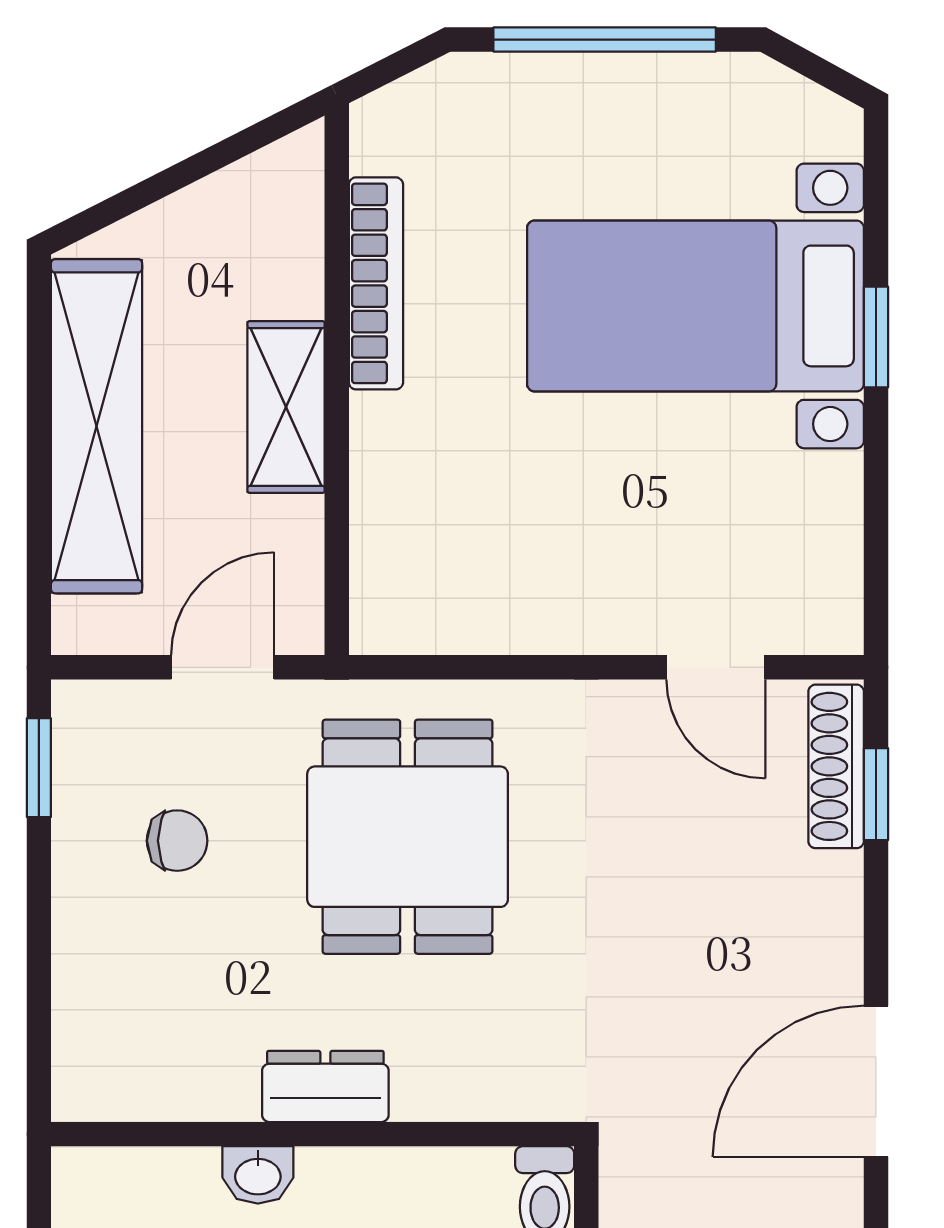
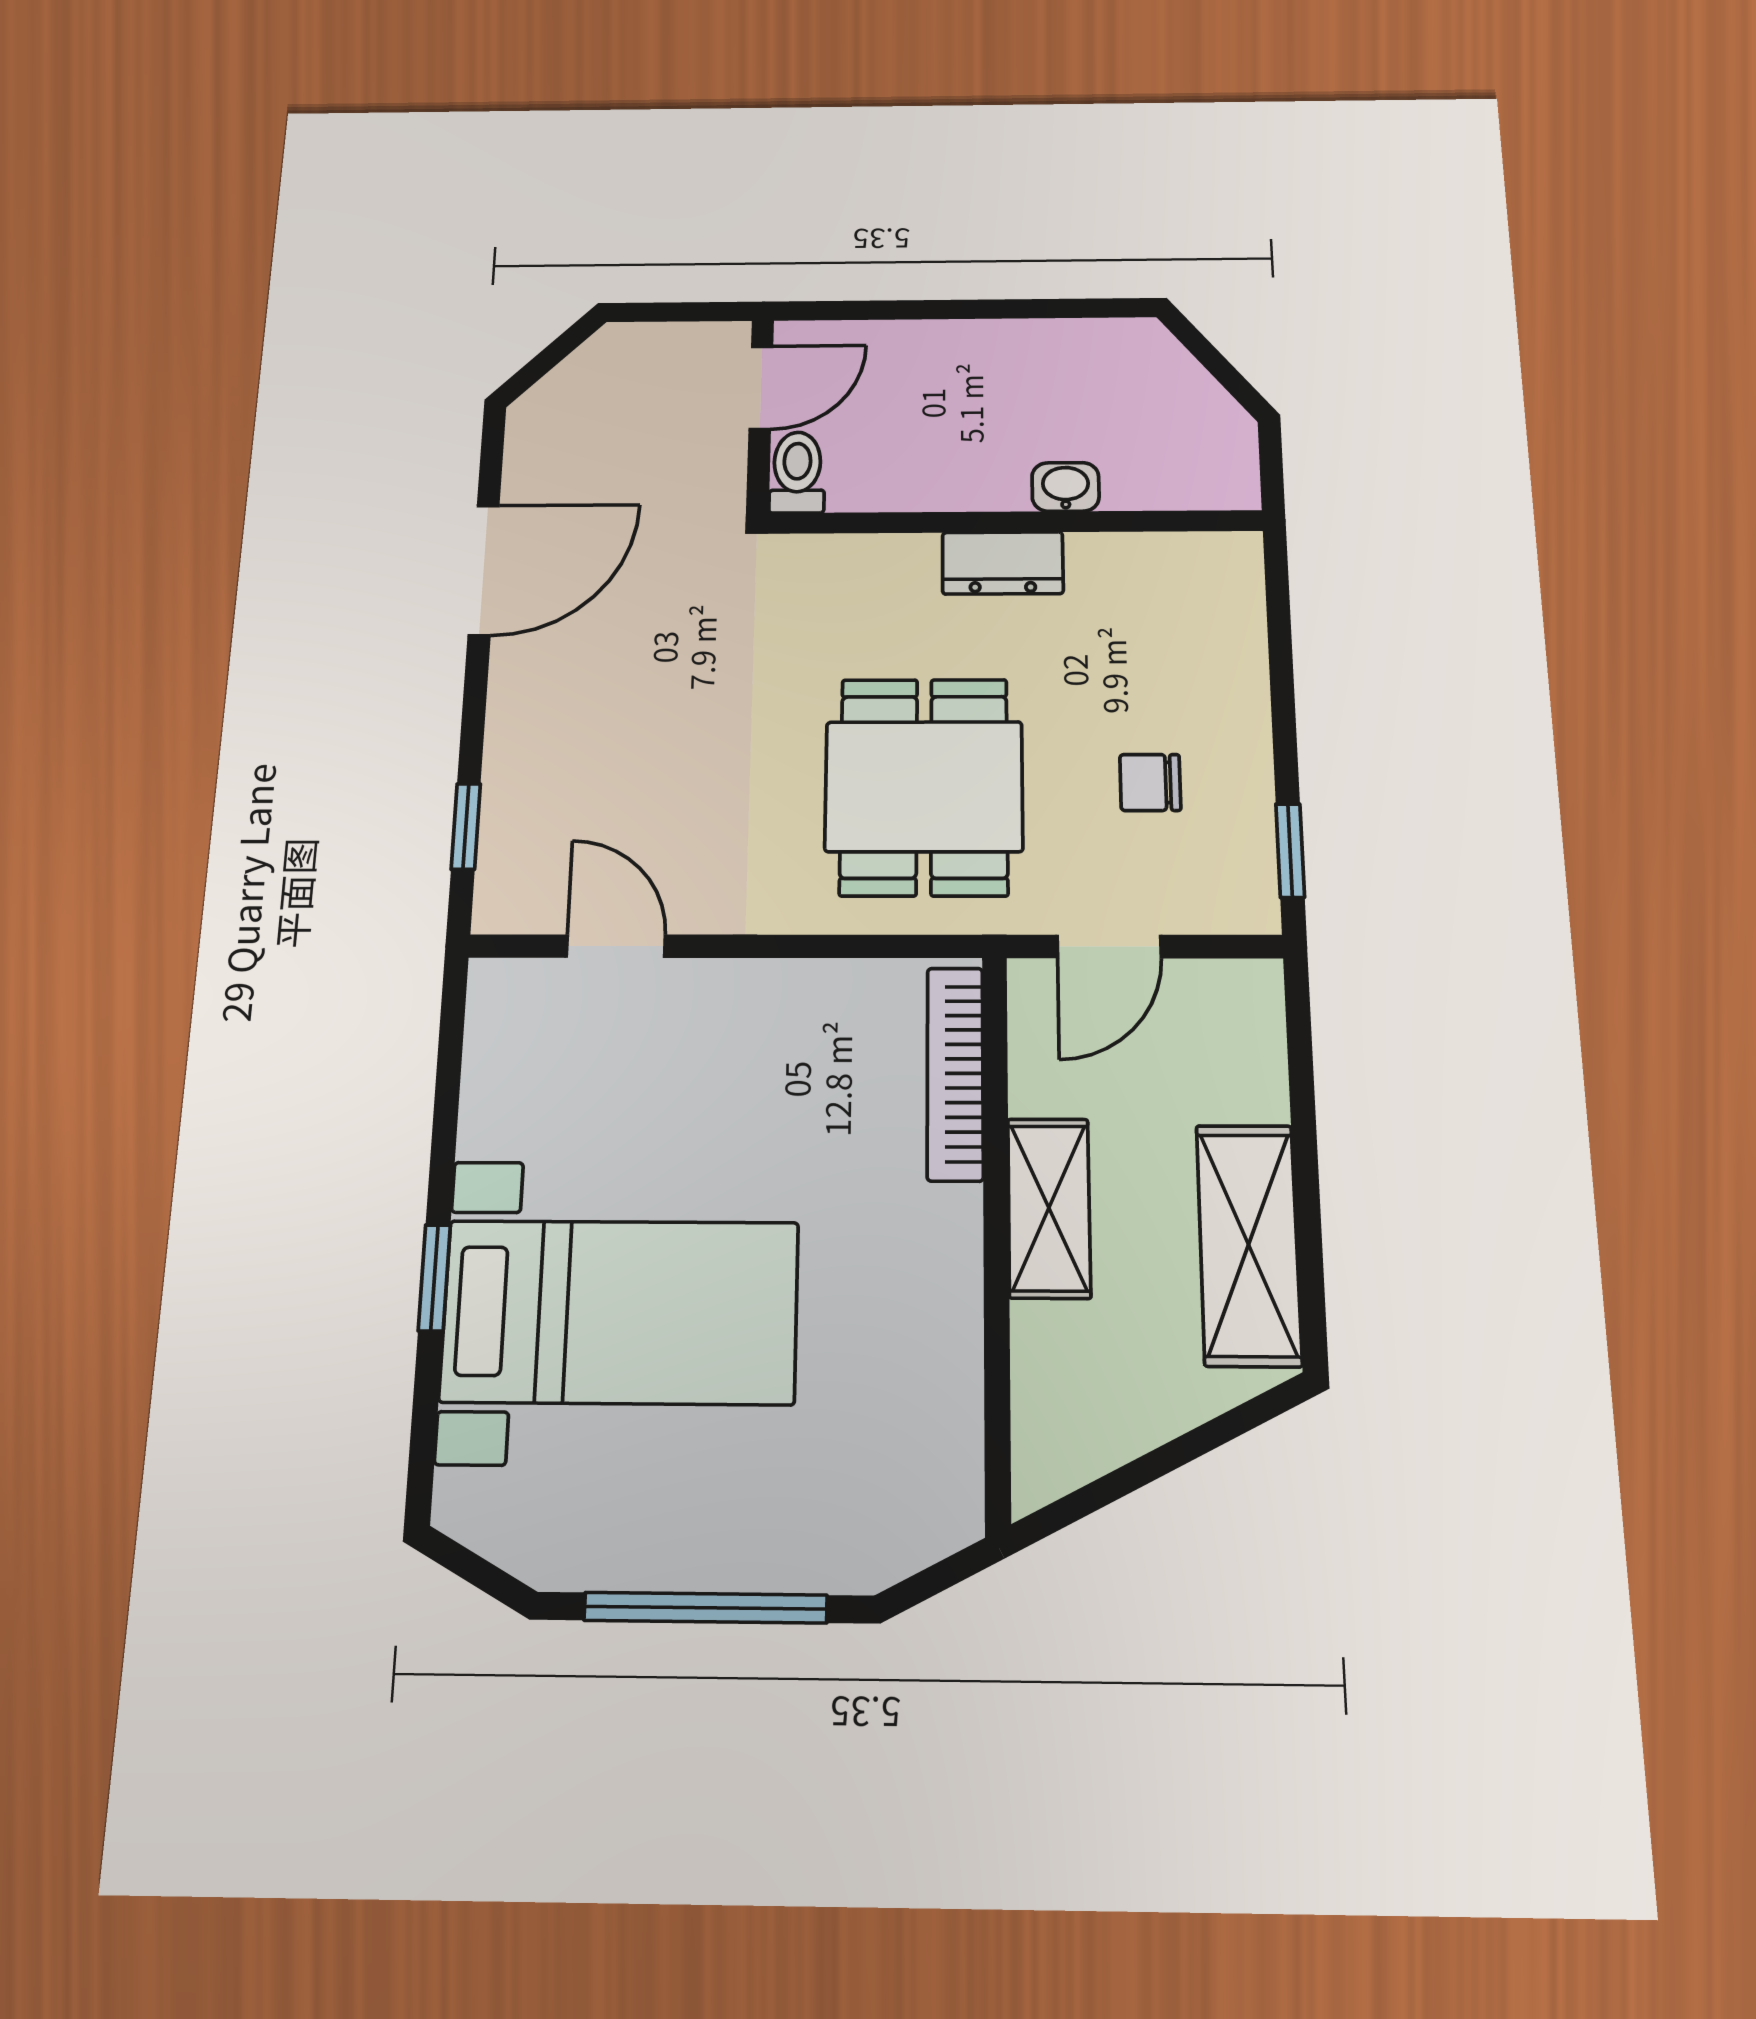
bookcase: (376, 283) -> (955, 1073), moved
shelving: (97, 426) -> (1249, 1244), width x0.68
shoe rack: (836, 766) -> (503, 852), removed

